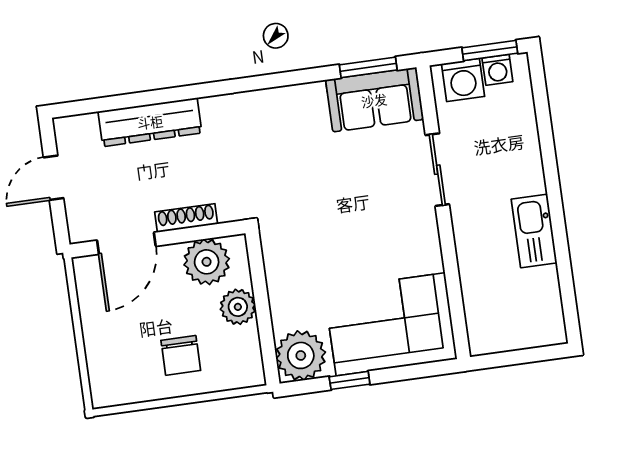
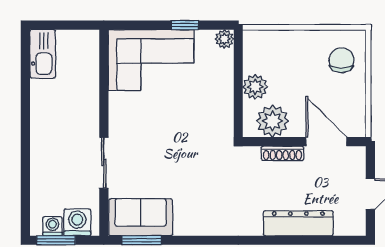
kitchen sink: (534, 231) -> (43, 54), moved
door: (126, 243) -> (326, 142), hinge flipped
chair: (181, 355) -> (341, 60), moved
plant: (301, 355) -> (224, 39), width x0.53, depth x0.53

